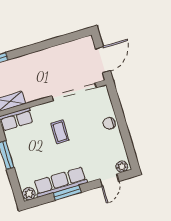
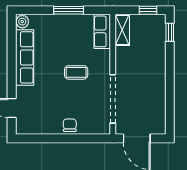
plant: (122, 167) -> (22, 125), removed
window: (67, 193) -> (12, 61), removed

